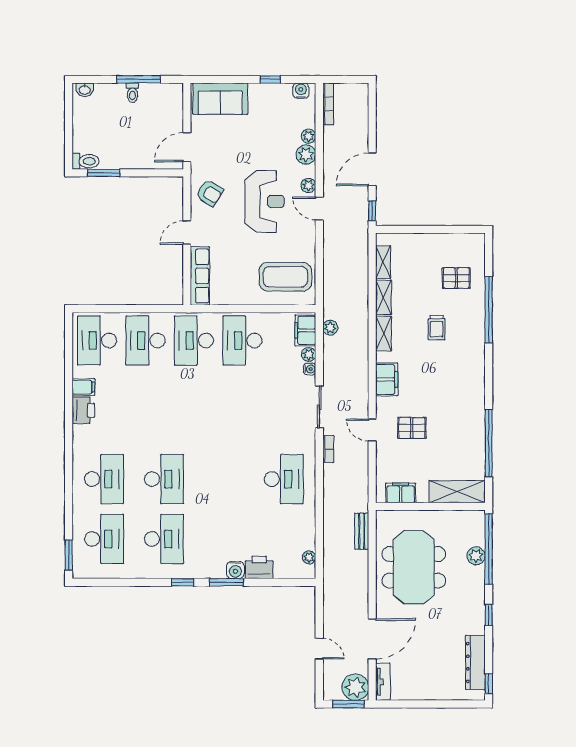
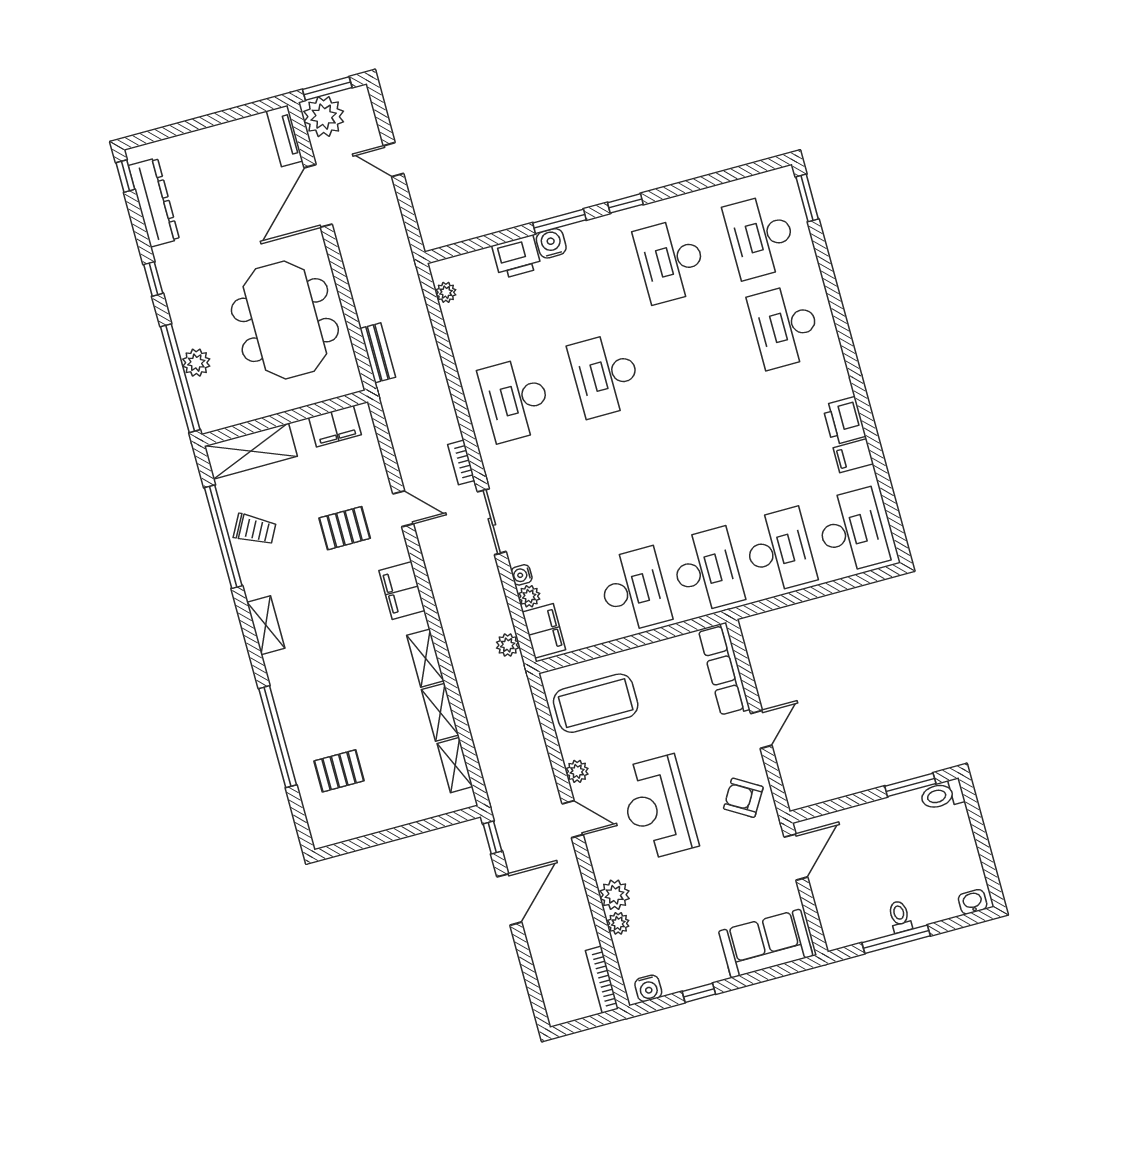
plant: (308, 185) -> (577, 771), moved
trolley: (437, 328) -> (255, 529), moved, turned 118
shelving: (477, 381) -> (266, 625), added
desk: (164, 479) -> (605, 375), moved

